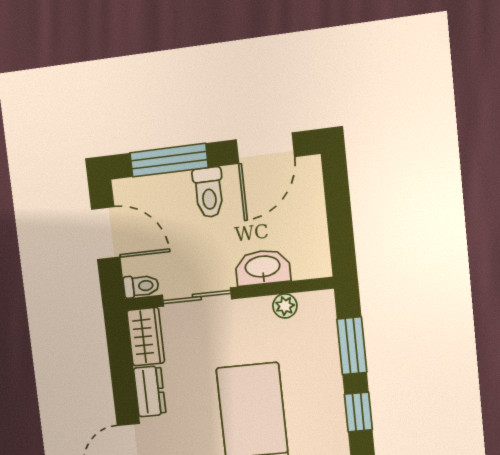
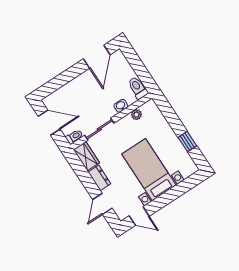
window: (169, 160) -> (60, 81), removed
toilet: (209, 192) -> (138, 88), moved, turned 180
washbasin: (263, 267) -> (121, 106), width x0.52, depth x0.69
window: (352, 346) -> (171, 117), removed

